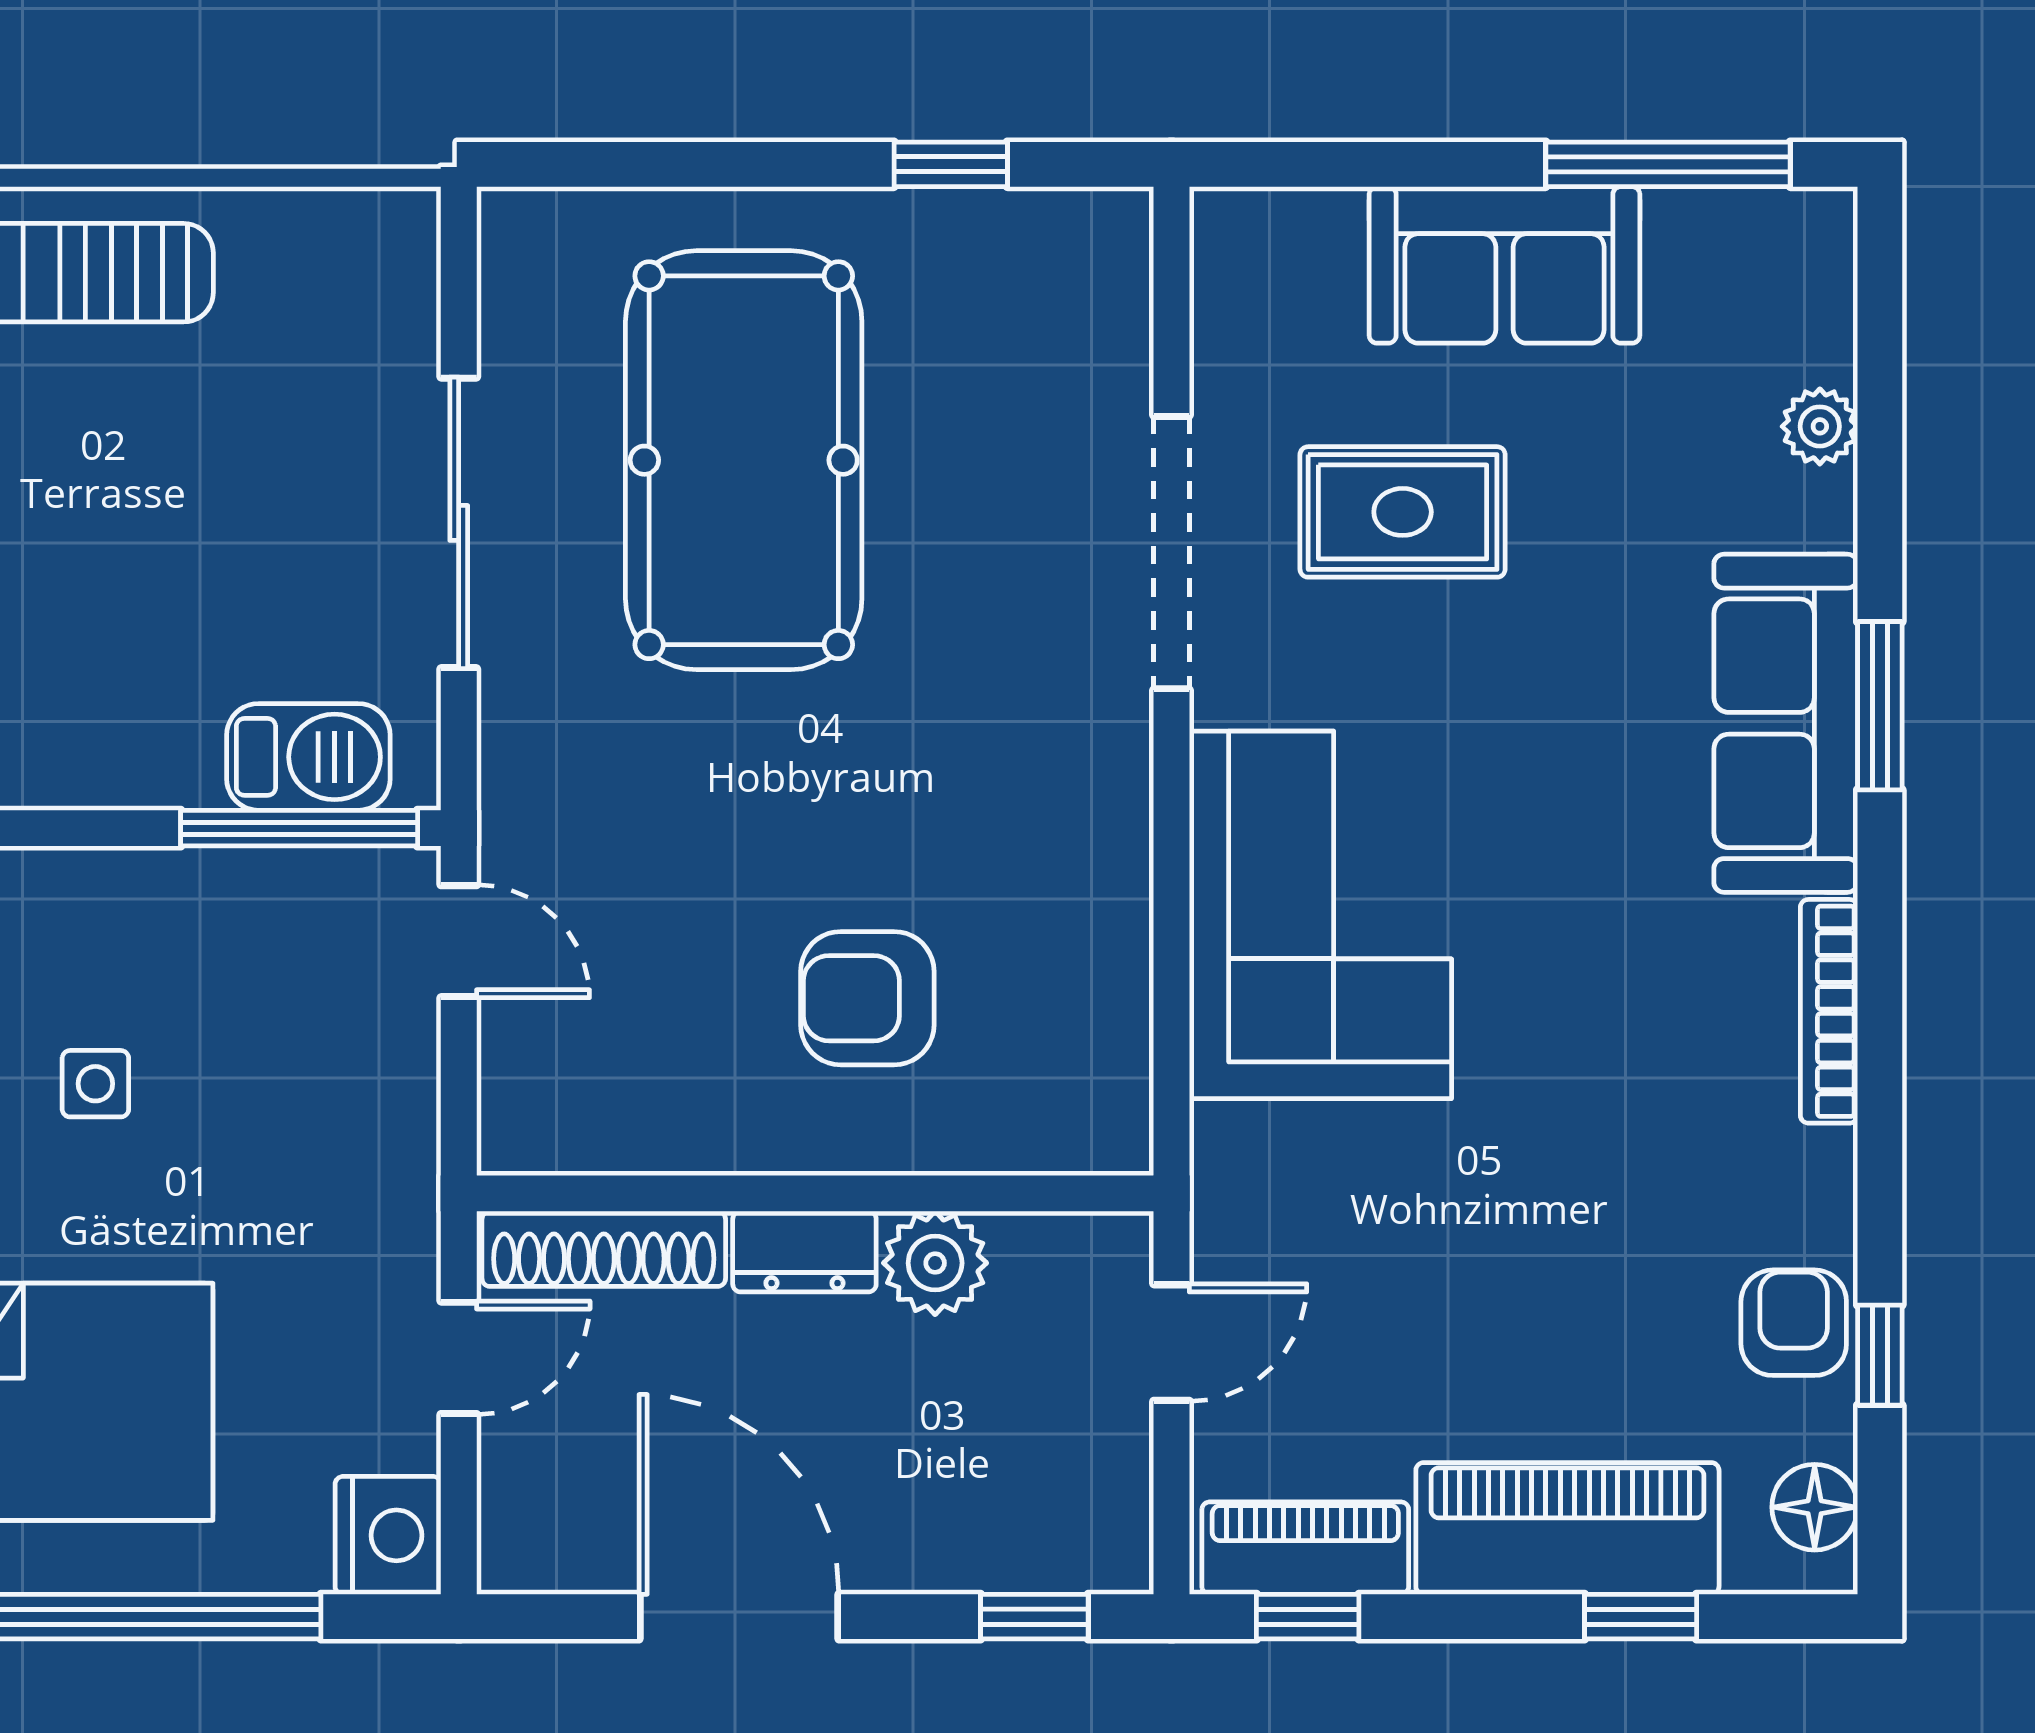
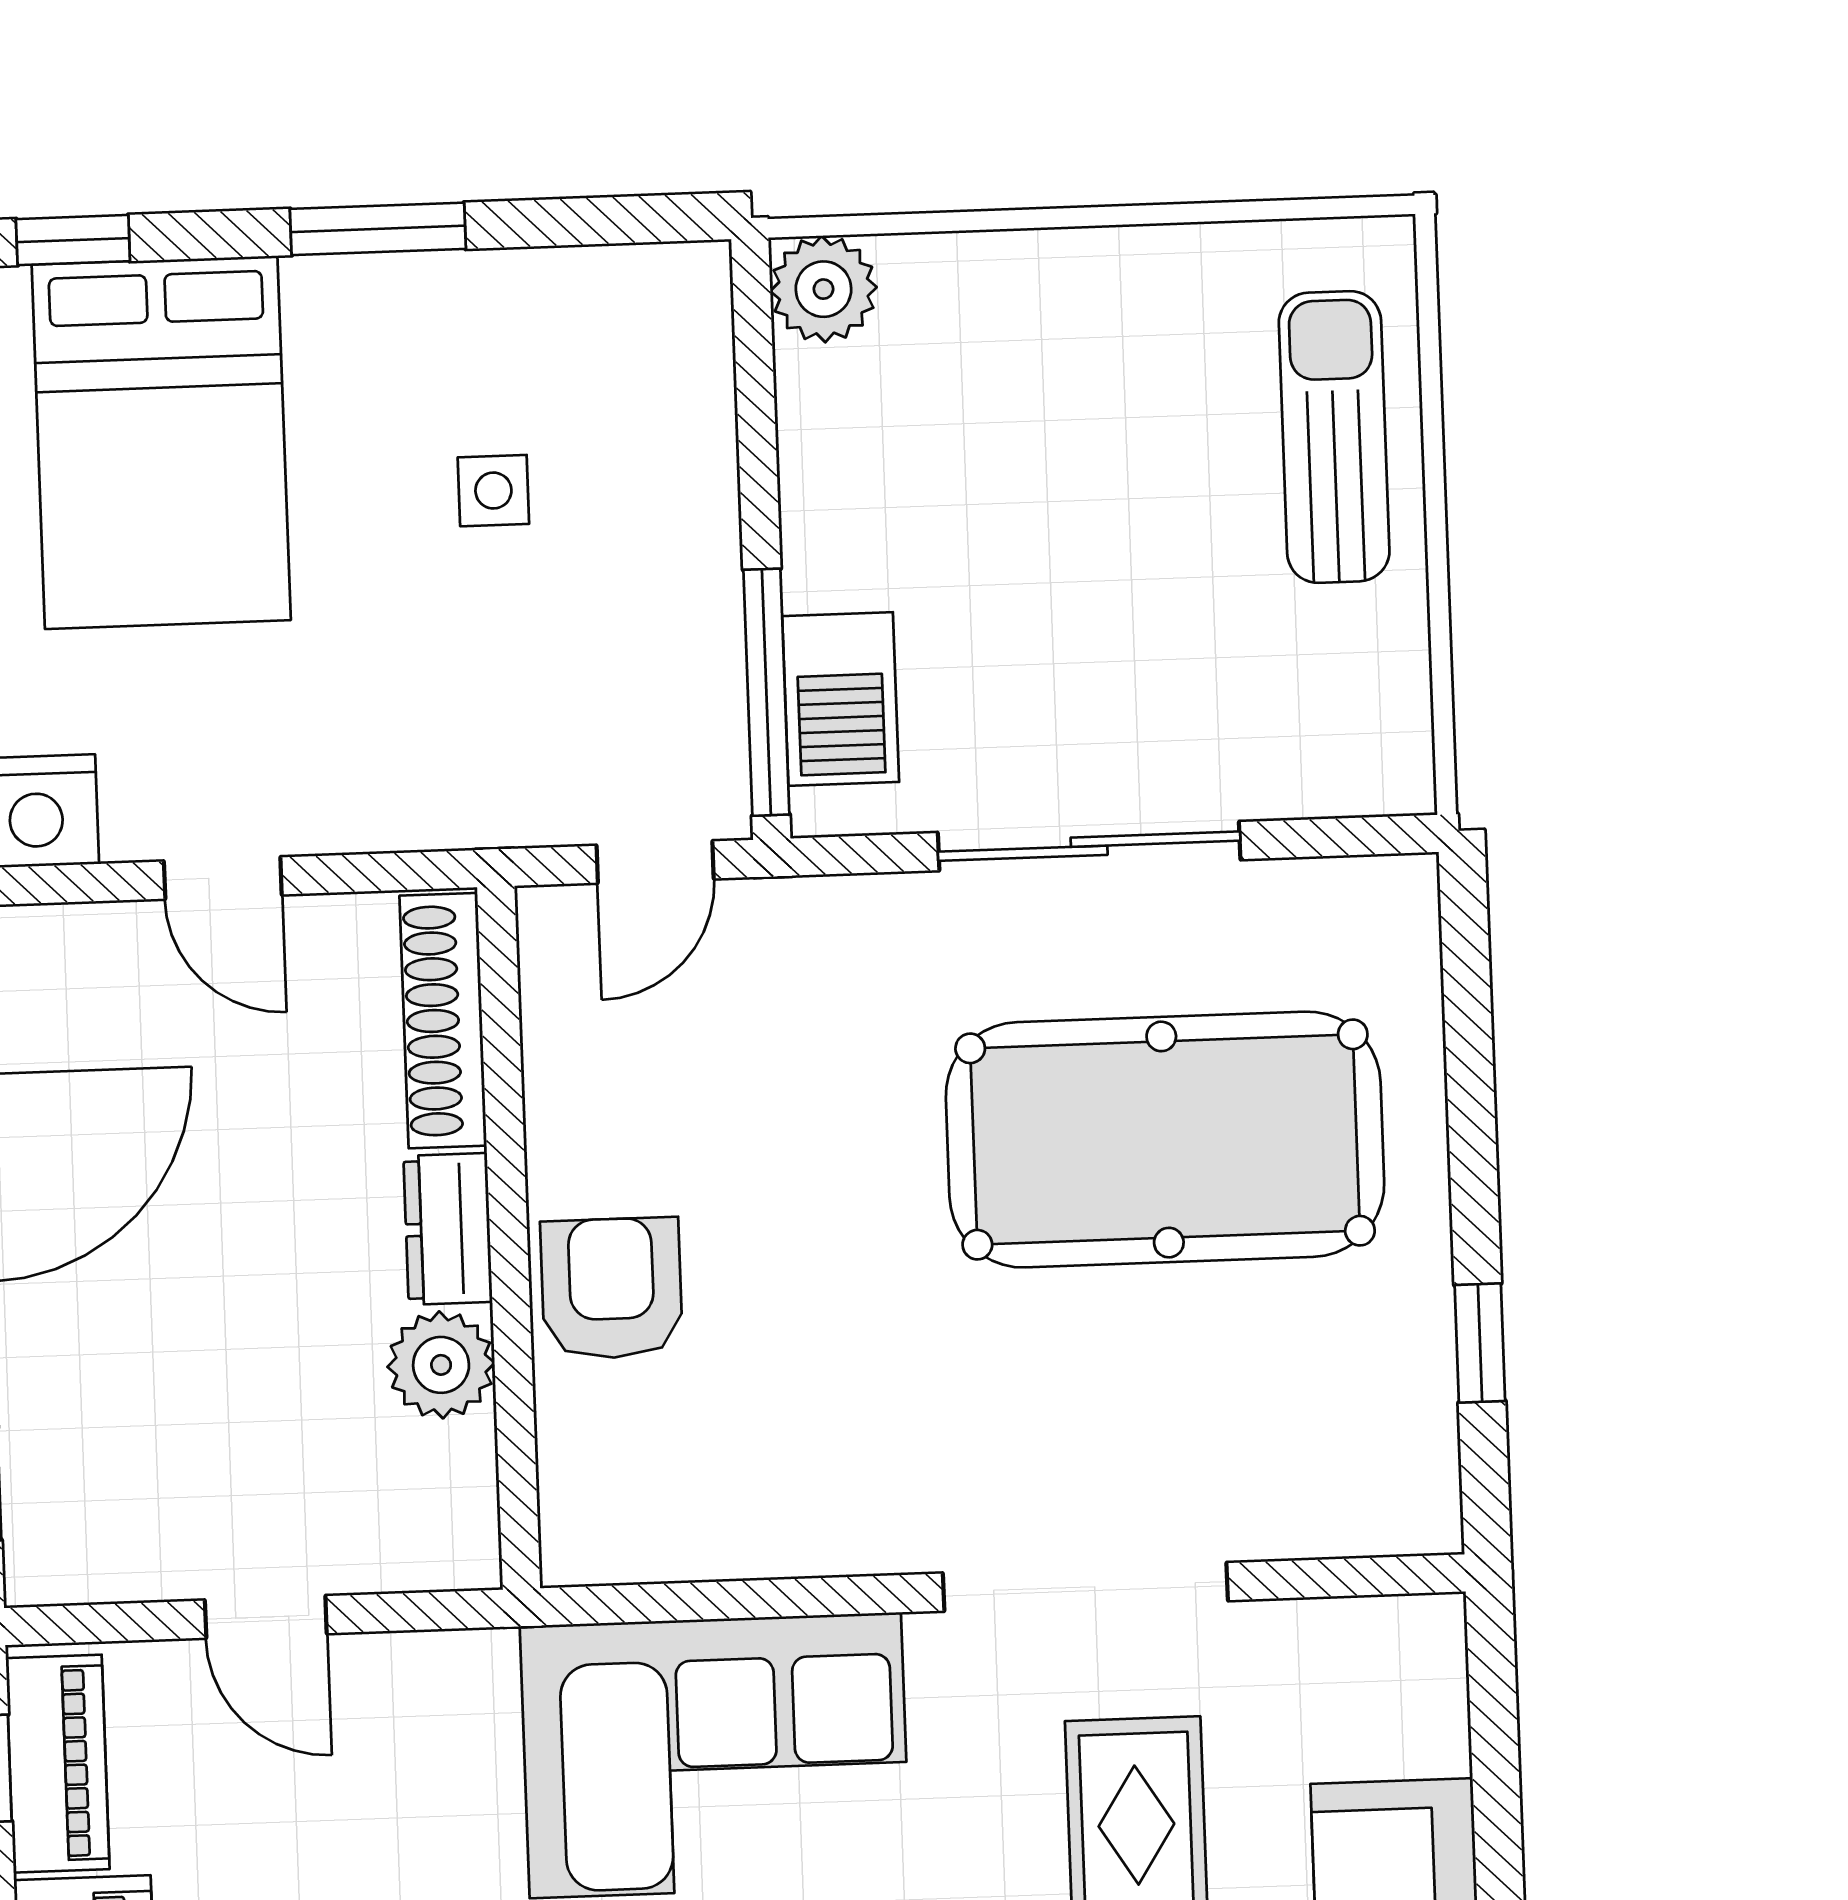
wall: (815, 1193) -> (509, 1238), moved
shoe rack: (604, 1249) -> (443, 1021), moved
dresser: (804, 1252) -> (448, 1229), moved
plant: (935, 1263) -> (441, 1365), moved

